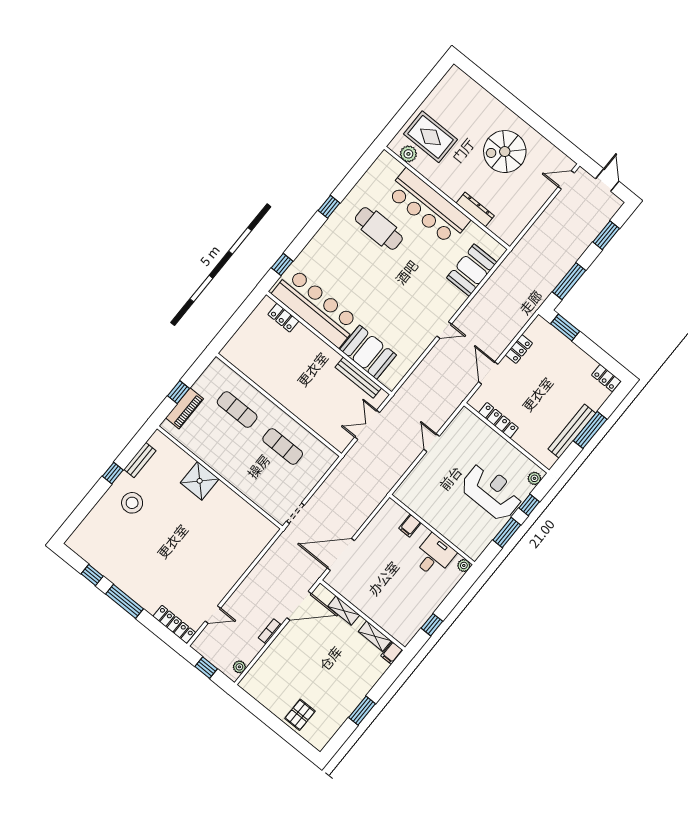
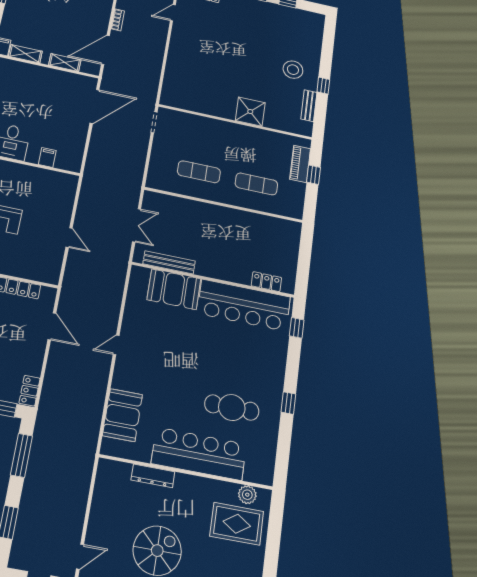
locker: (519, 349) -> (30, 391), moved

